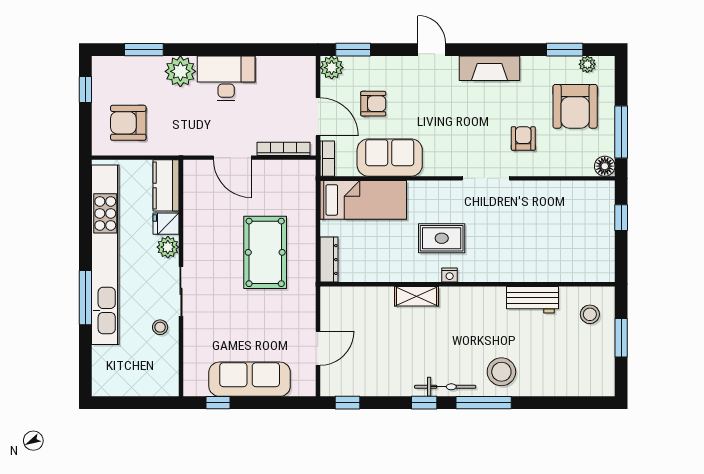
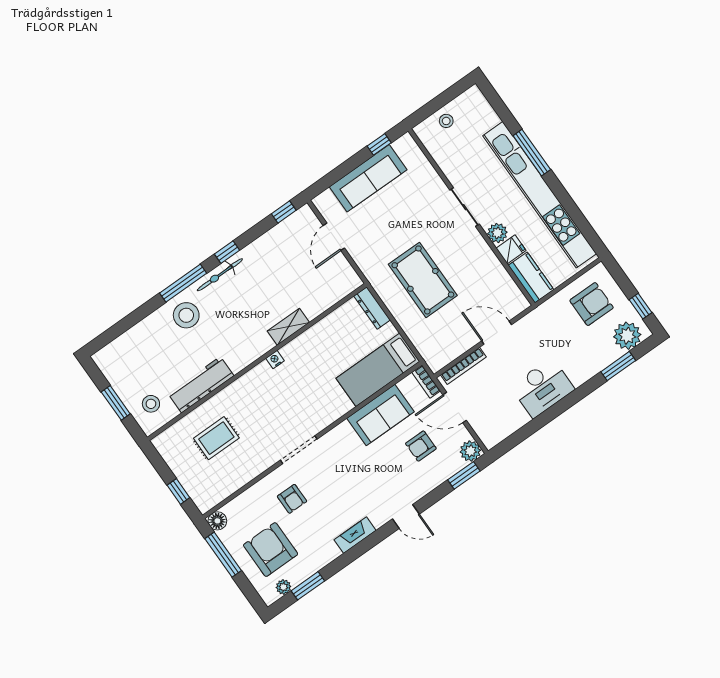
fireplace: (489, 68) -> (355, 535), width x0.73, depth x0.76
plant: (180, 71) -> (627, 336), moved
rug: (442, 238) -> (216, 438), moved
workbench: (532, 300) -> (201, 385), width x1.37
stool: (160, 327) -> (446, 121), moved

